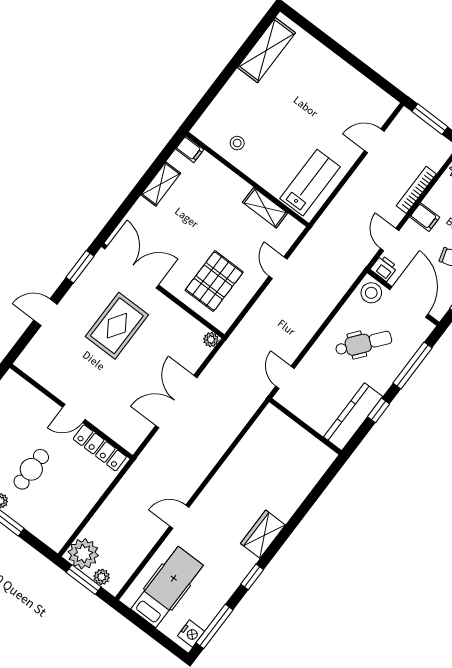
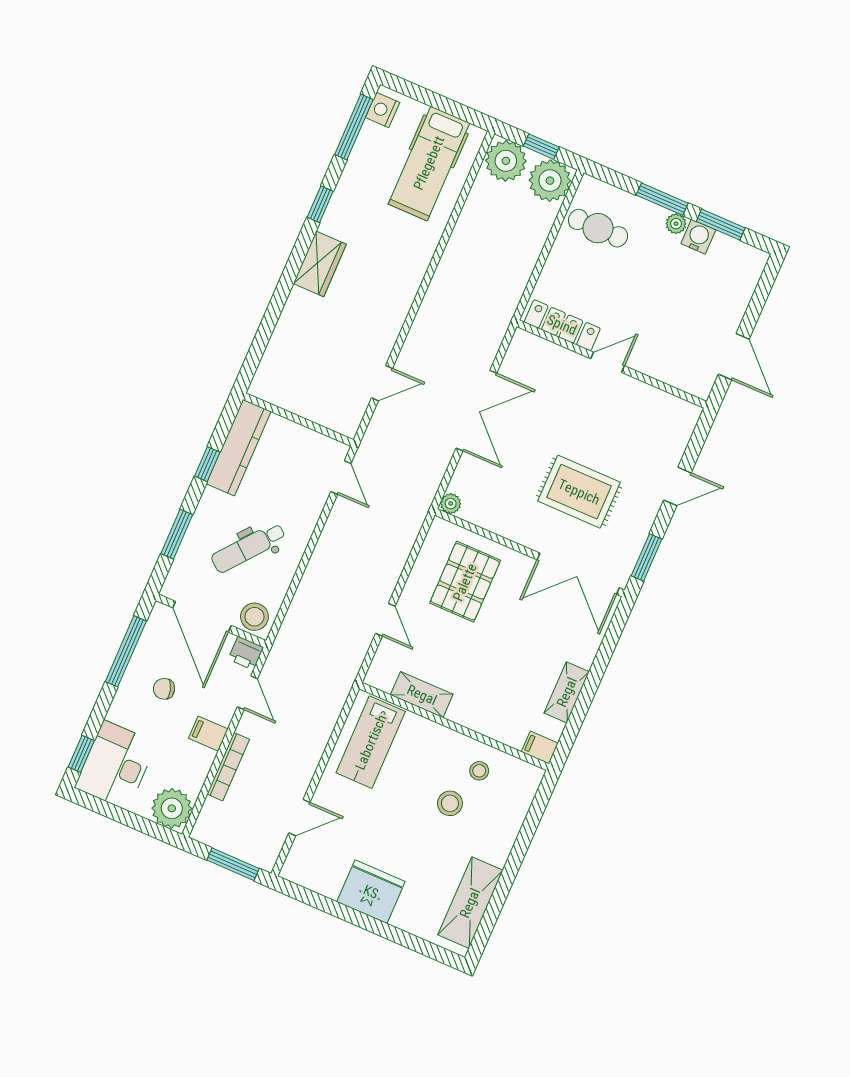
fridge: (336, 75) -> (371, 892), added
stool: (264, 125) -> (450, 803), added
rug: (117, 326) -> (579, 492), turned 90
window: (413, 365) -> (177, 534), width x0.69
cafe table: (31, 469) -> (598, 228), moved, turned 90
door: (179, 517) -> (382, 383), moved
plant: (102, 577) -> (506, 161), width x1.88, depth x1.88
window: (84, 580) -> (541, 147), width x0.67

